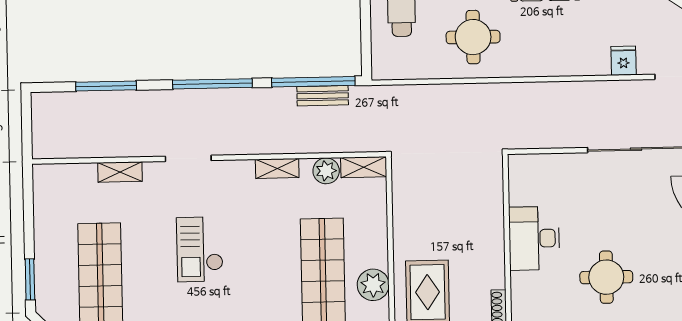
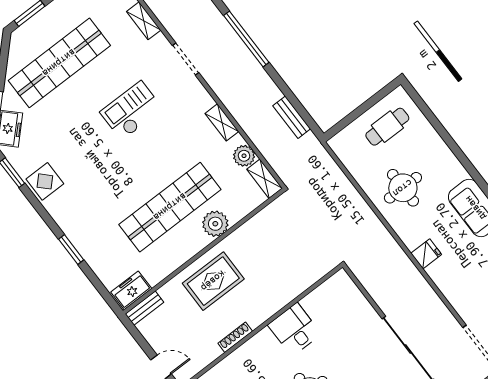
fridge: (623, 61) -> (426, 254), moved
window: (313, 82) -> (296, 104), removed
desk: (534, 238) -> (295, 329), width x0.73
plant: (373, 285) -> (215, 224), moved

